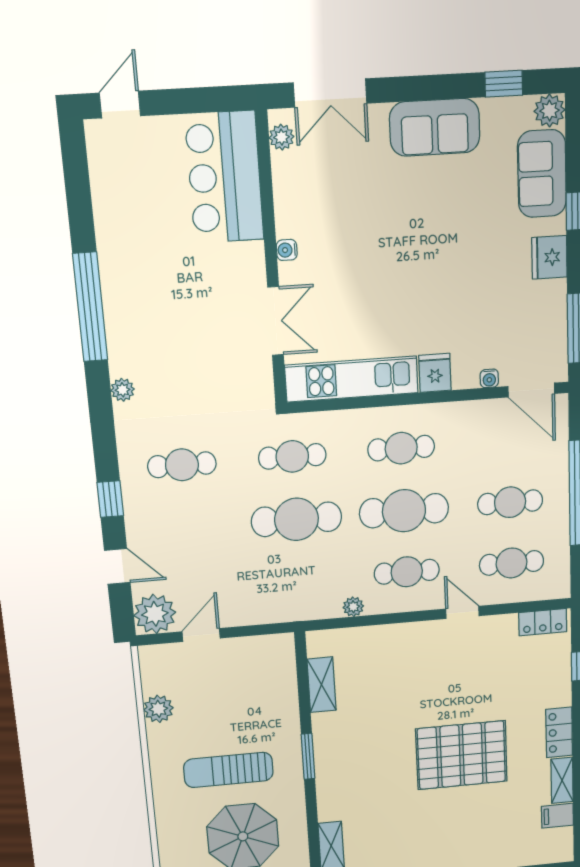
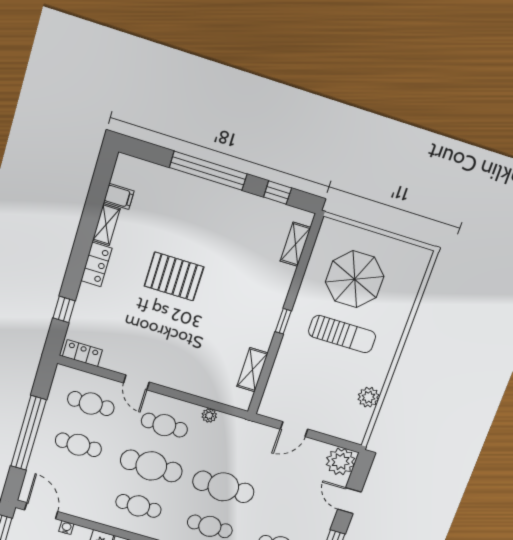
door: (201, 635) -> (294, 429), moved
pallet: (462, 755) -> (174, 276), width x0.73, depth x0.71
window: (308, 756) -> (283, 321), width x0.67

